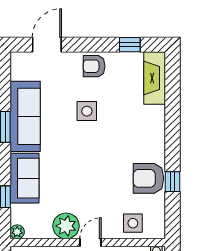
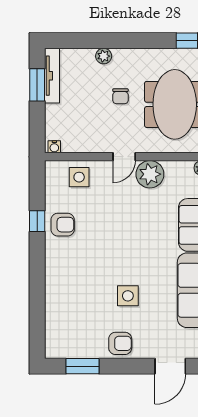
window: (130, 45) -> (82, 366), width x1.50
fireplace: (155, 78) -> (56, 331), removed
armchair: (148, 178) -> (63, 225), width x0.72, depth x0.72

